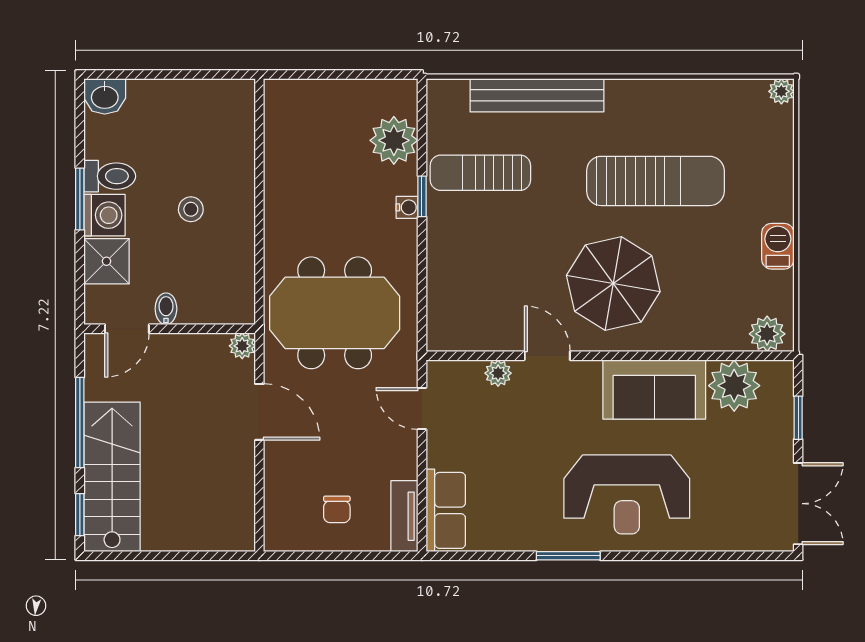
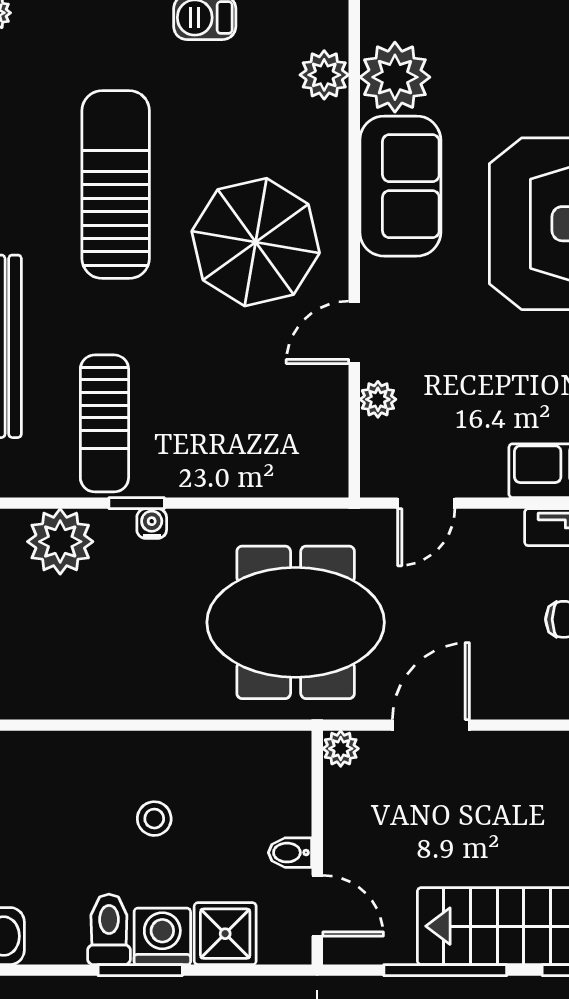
meeting table: (335, 313) -> (296, 622), turned 90
plant: (767, 334) -> (324, 75), moved

